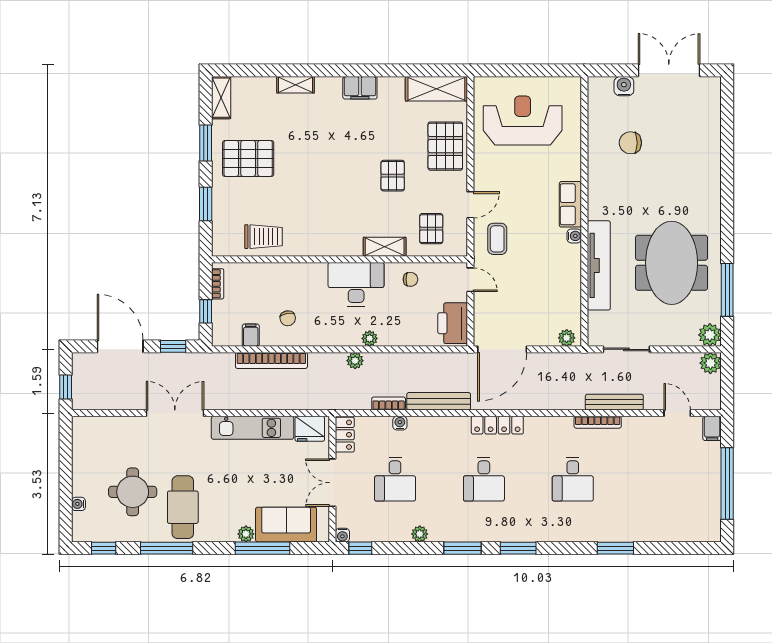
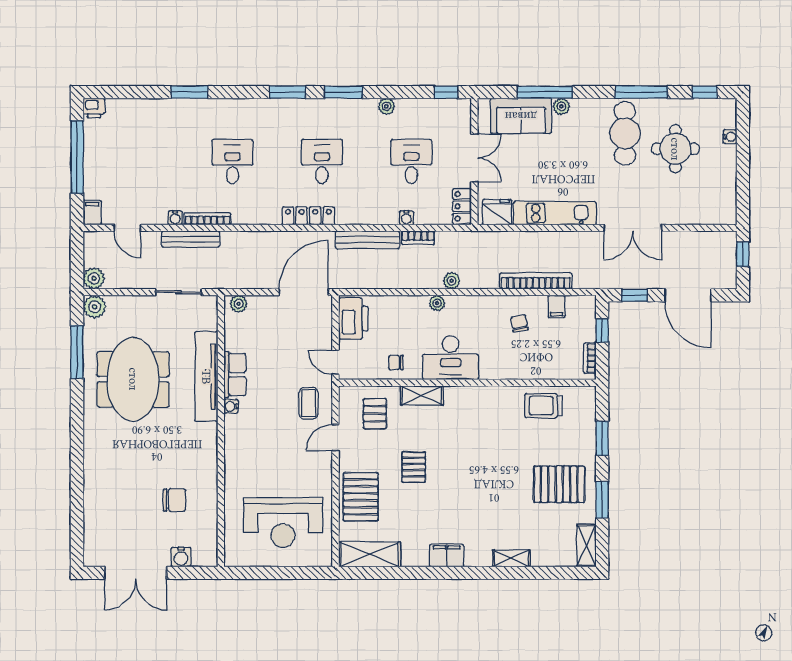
row of seats: (570, 204) -> (235, 375), moved
printer: (710, 532) -> (94, 108), added
water cooler: (342, 535) -> (175, 218), moved, turned 180

